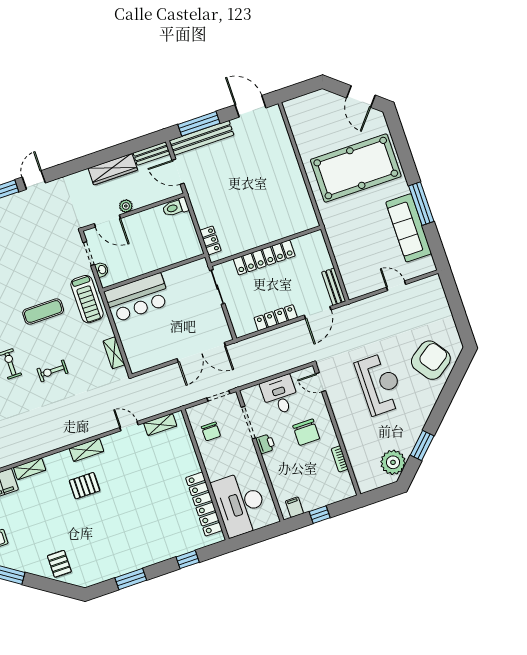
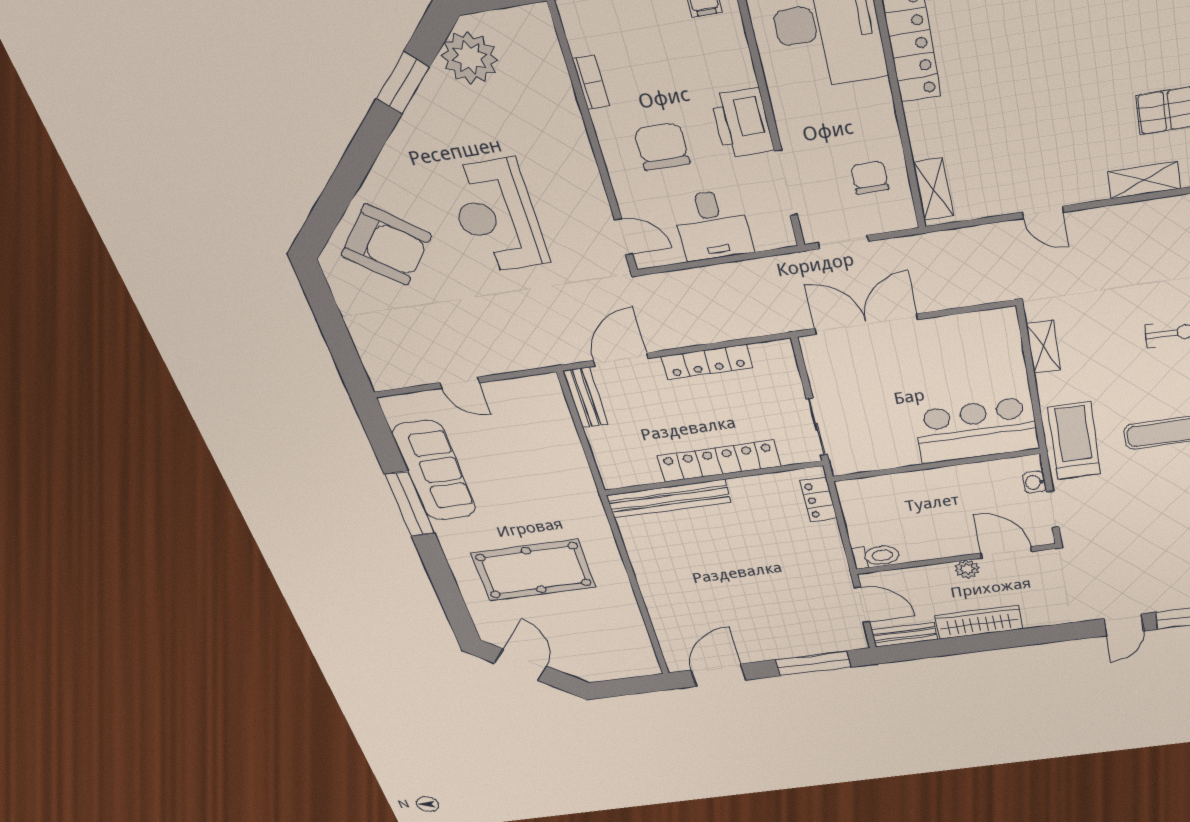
door: (250, 106) -> (718, 675), swing flipped
bench: (201, 138) -> (669, 499), moved
pool table: (356, 168) -> (534, 570), width x0.73, depth x0.76
armchair: (431, 360) -> (386, 245), turned -105
shelving: (160, 425) -> (933, 189), moved, turned 90
printer: (266, 444) -> (742, 123), width x1.87, depth x1.48

